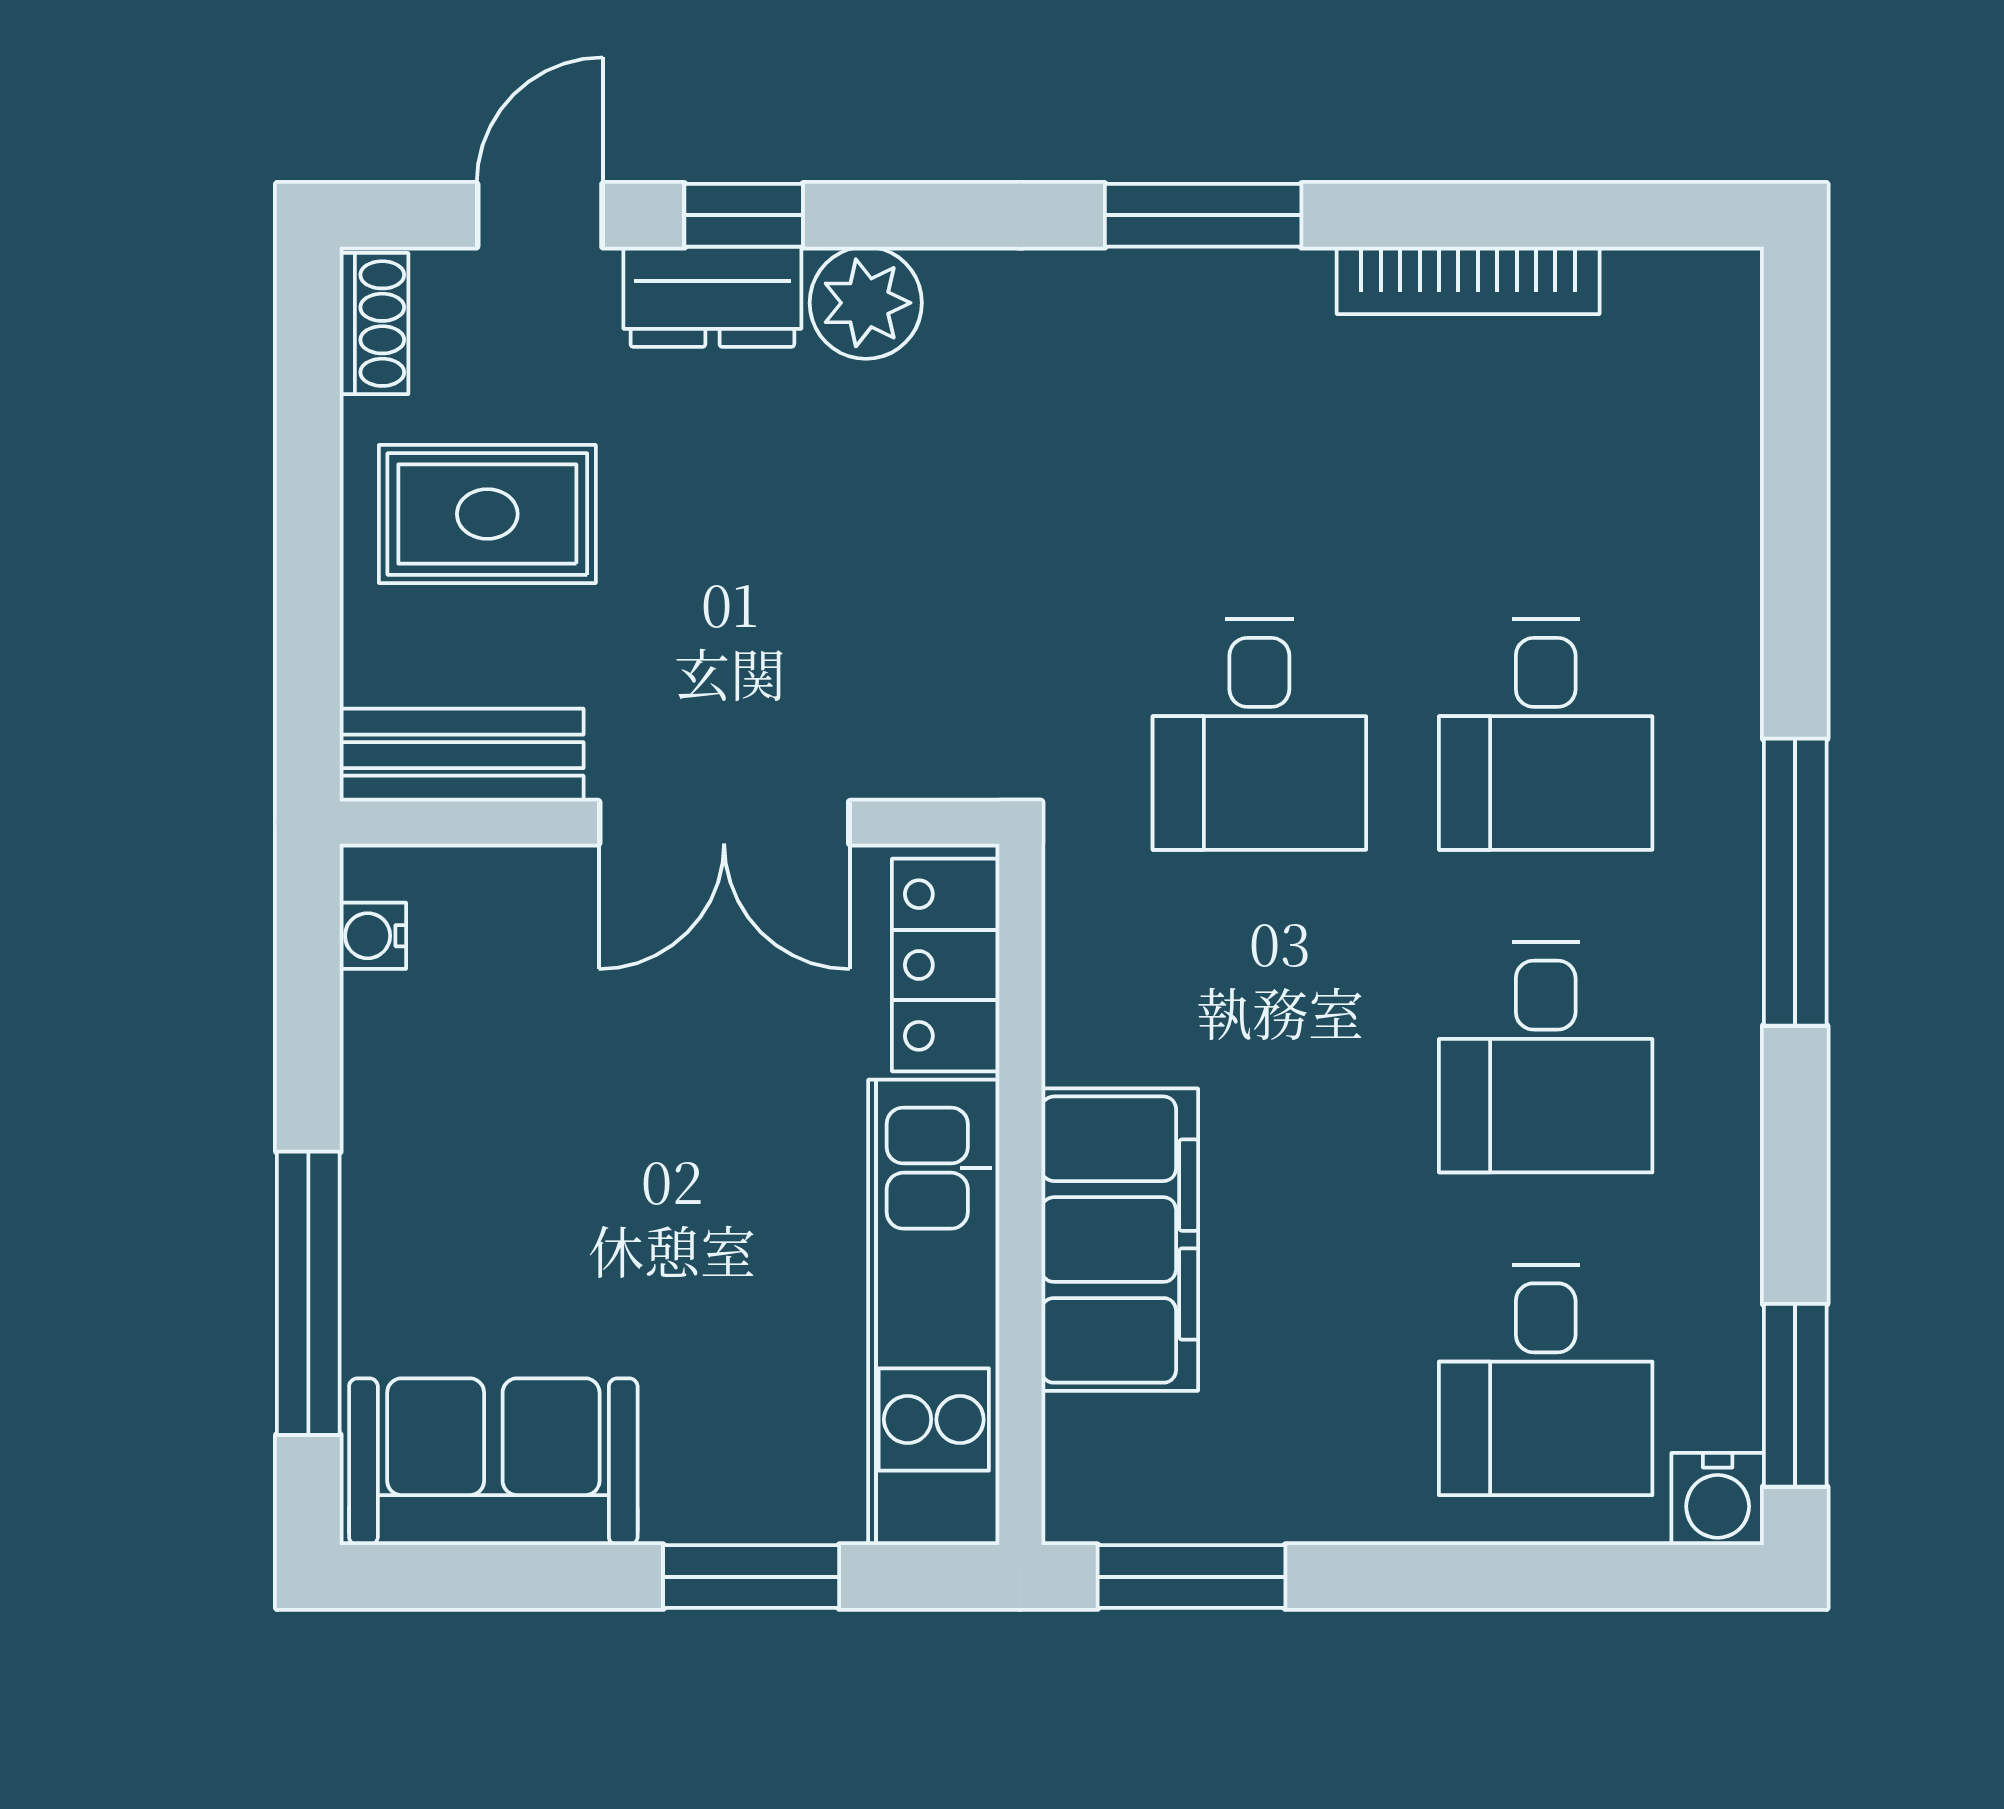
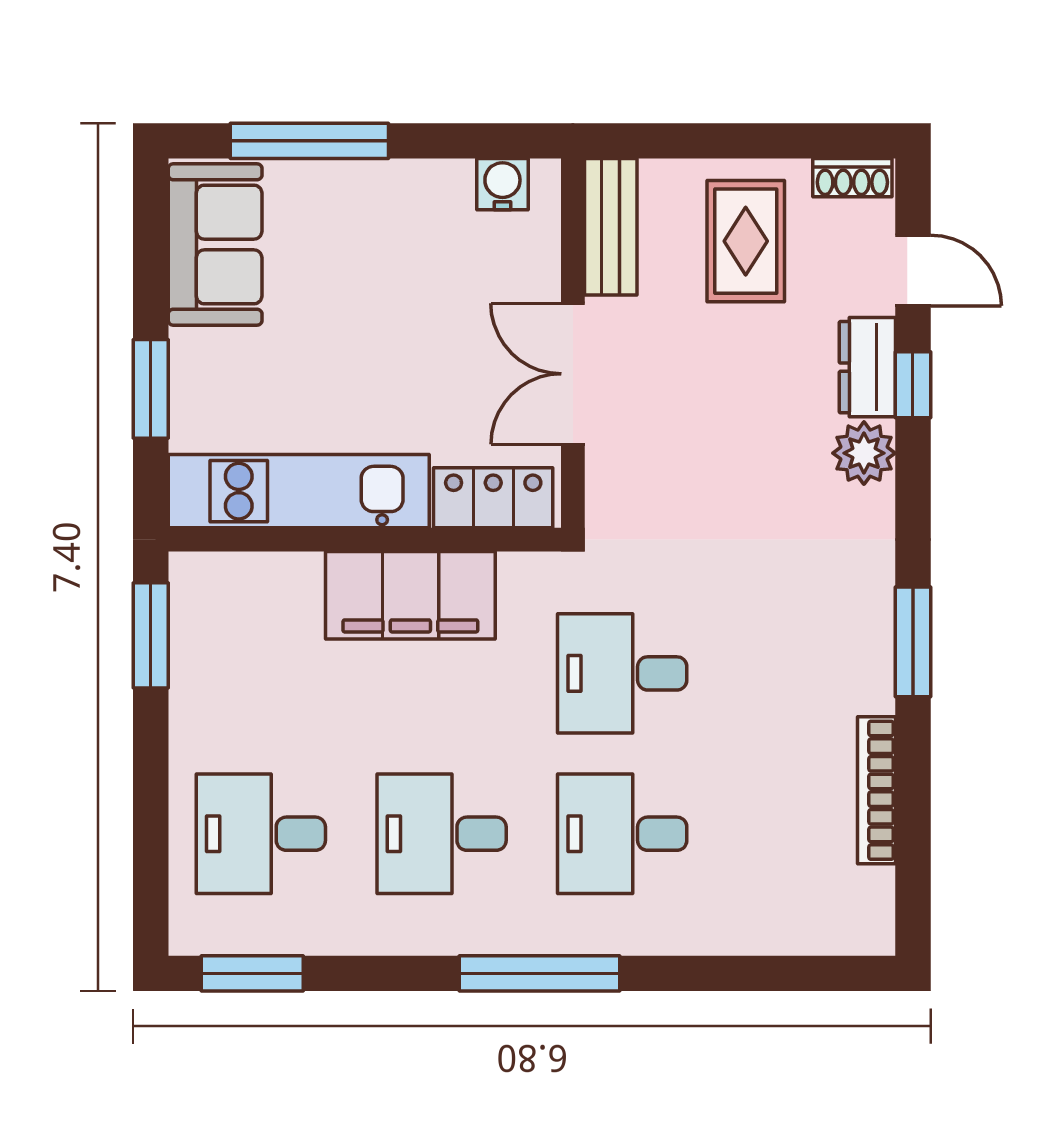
water cooler: (373, 936) -> (502, 184), width x1.38, depth x1.38
filing cabinet: (1120, 1240) -> (410, 595), moved
water cooler: (1718, 1499) -> (194, 930), removed

